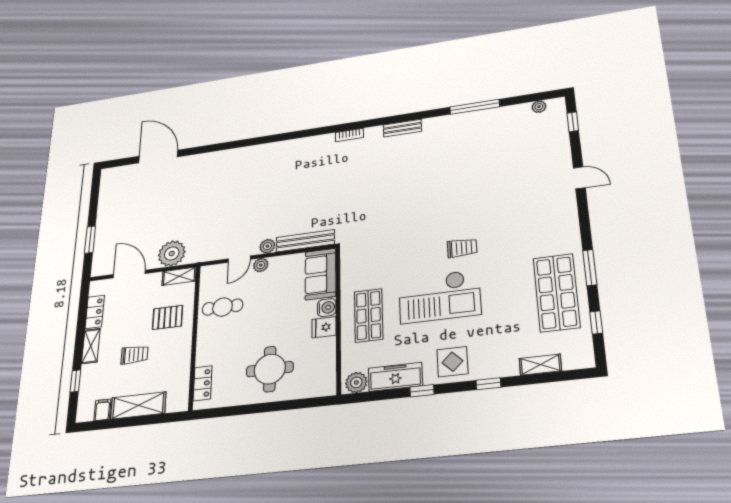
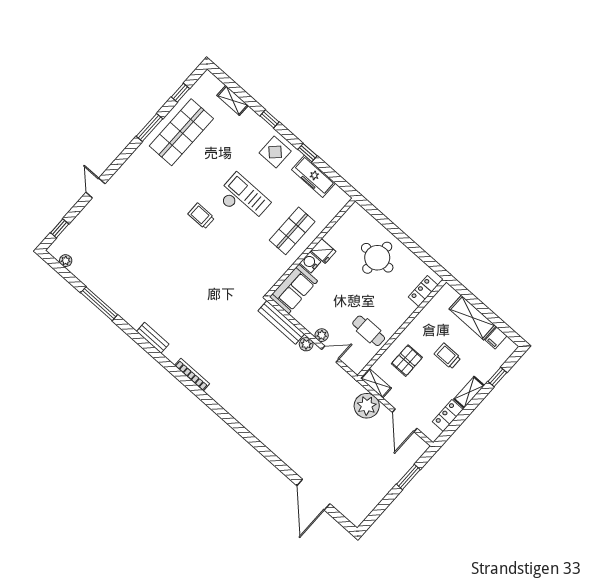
bookcase: (349, 135) -> (192, 375), width x1.56
checkout: (440, 296) -> (243, 199), width x0.73, depth x0.83
pallet: (167, 317) -> (407, 361), turned 90
plant: (356, 382) -> (337, 196), removed

